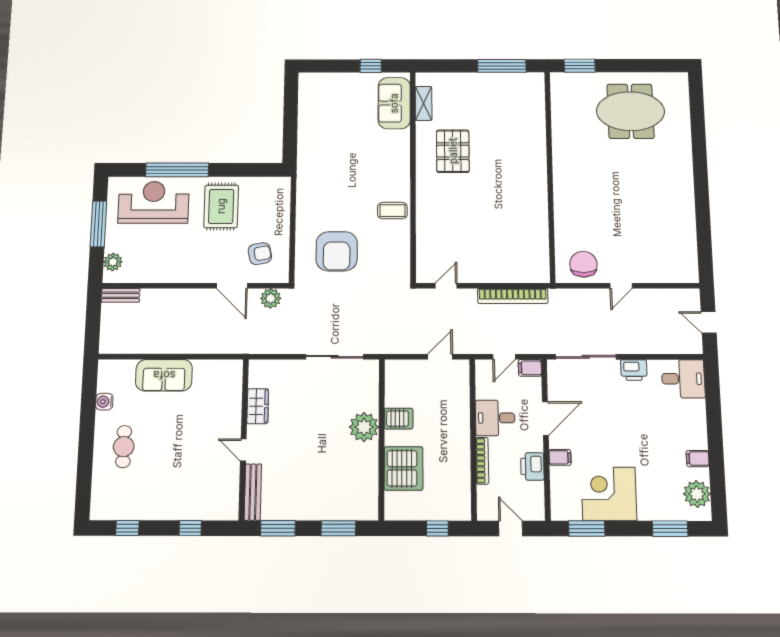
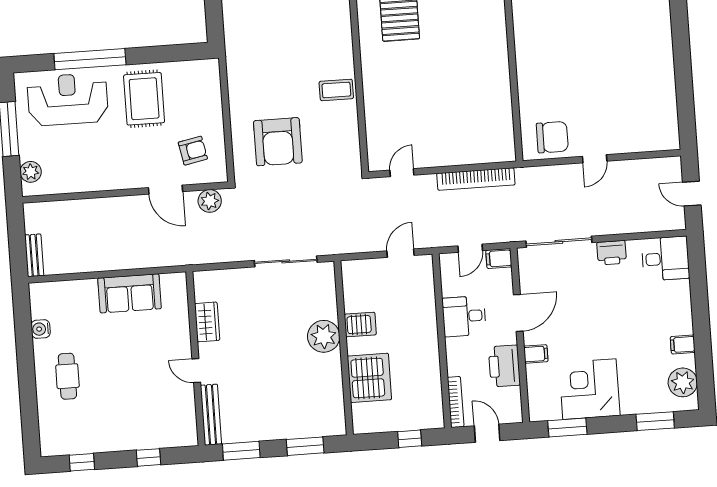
chair: (583, 264) -> (552, 137), turned 90
bench: (121, 295) -> (34, 255), moved, turned 90
sofa: (164, 375) -> (130, 293), moved
bookcase: (482, 461) -> (456, 402), moved
printer: (532, 466) -> (504, 366), width x1.37, depth x1.19

